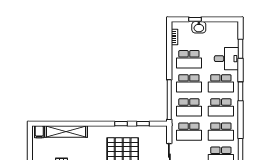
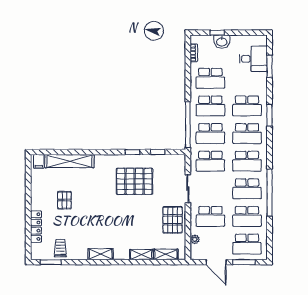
desk: (226, 59) -> (253, 59), moved

